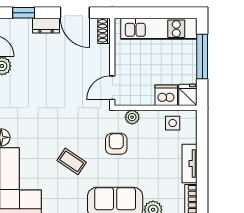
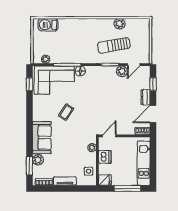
door: (112, 88) -> (109, 136), hinge flipped
dishwasher: (166, 95) -> (105, 157), moved
armchair: (116, 144) -> (76, 138), removed

